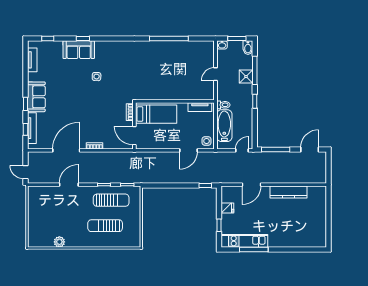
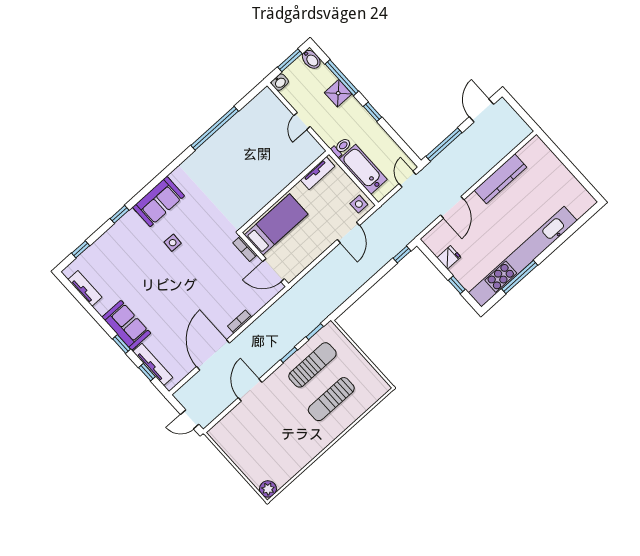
sofa: (79, 50) -> (158, 202), moved
kitchen unit: (244, 241) -> (523, 257), width x1.86
plant: (59, 242) -> (268, 489), moved

